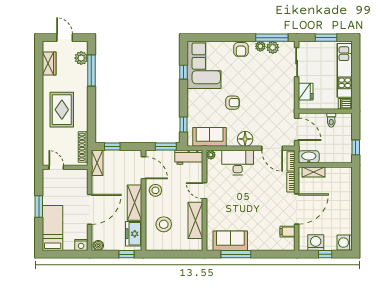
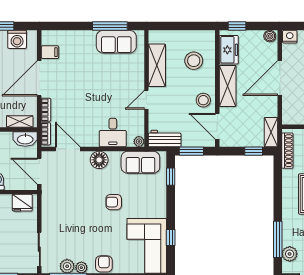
fridge: (306, 92) -> (22, 203), moved, turned -90
desk: (238, 162) -> (113, 133), width x0.73
door: (204, 191) -> (146, 100), swing flipped

